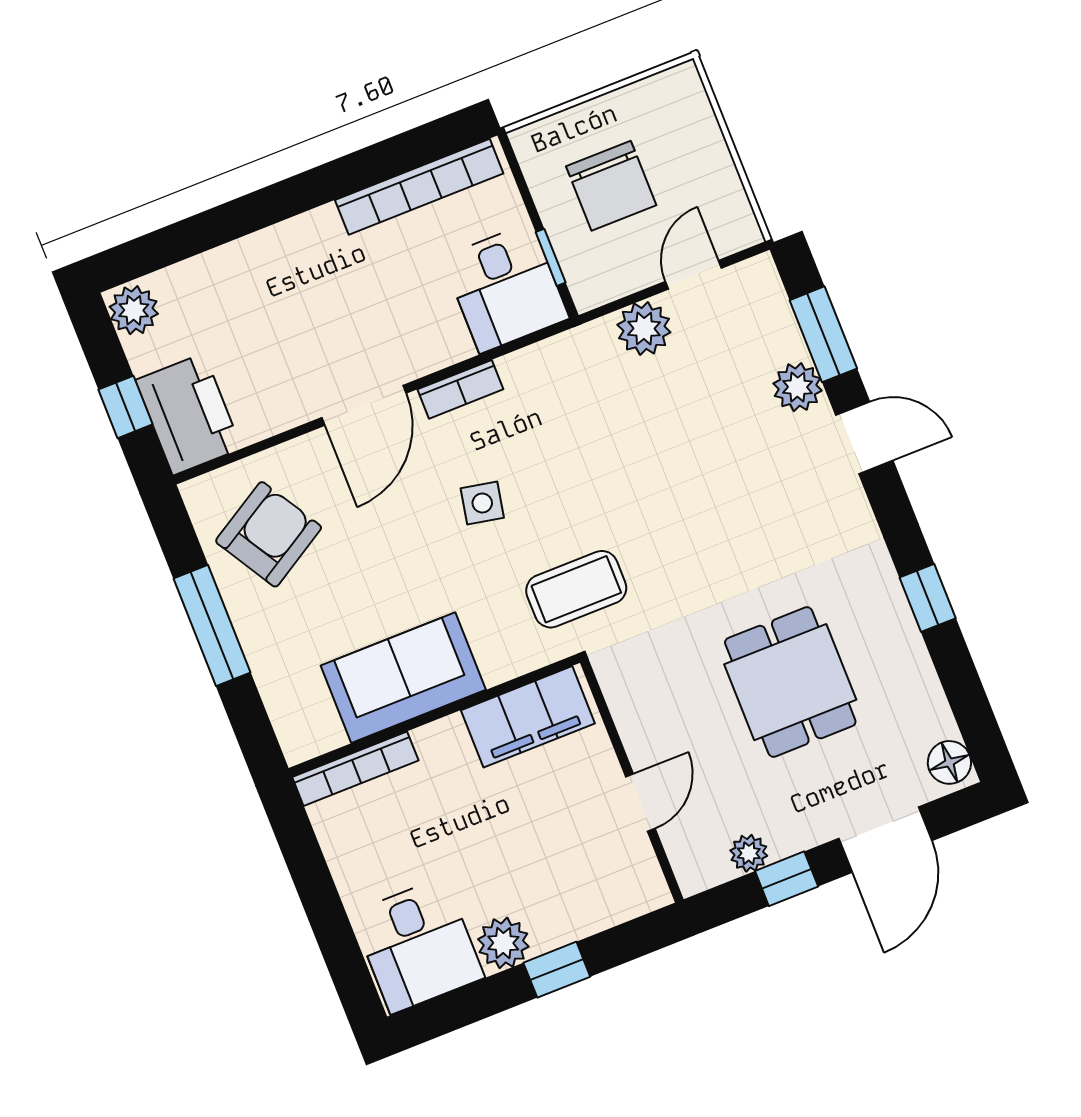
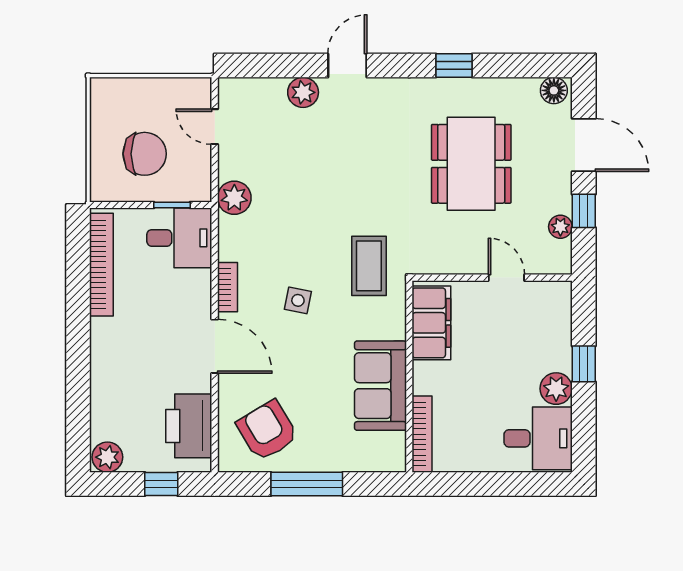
plant: (644, 328) -> (234, 198), moved
window: (823, 334) -> (279, 66), removed
printer: (188, 414) -> (189, 426), moved, turned -90
dining table: (790, 682) -> (471, 164), width x1.38

